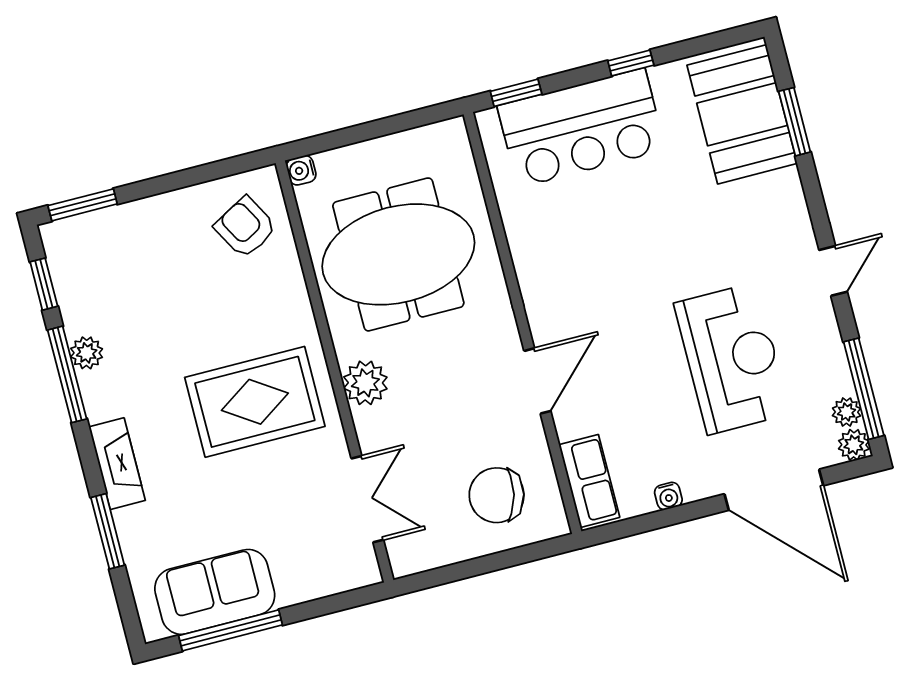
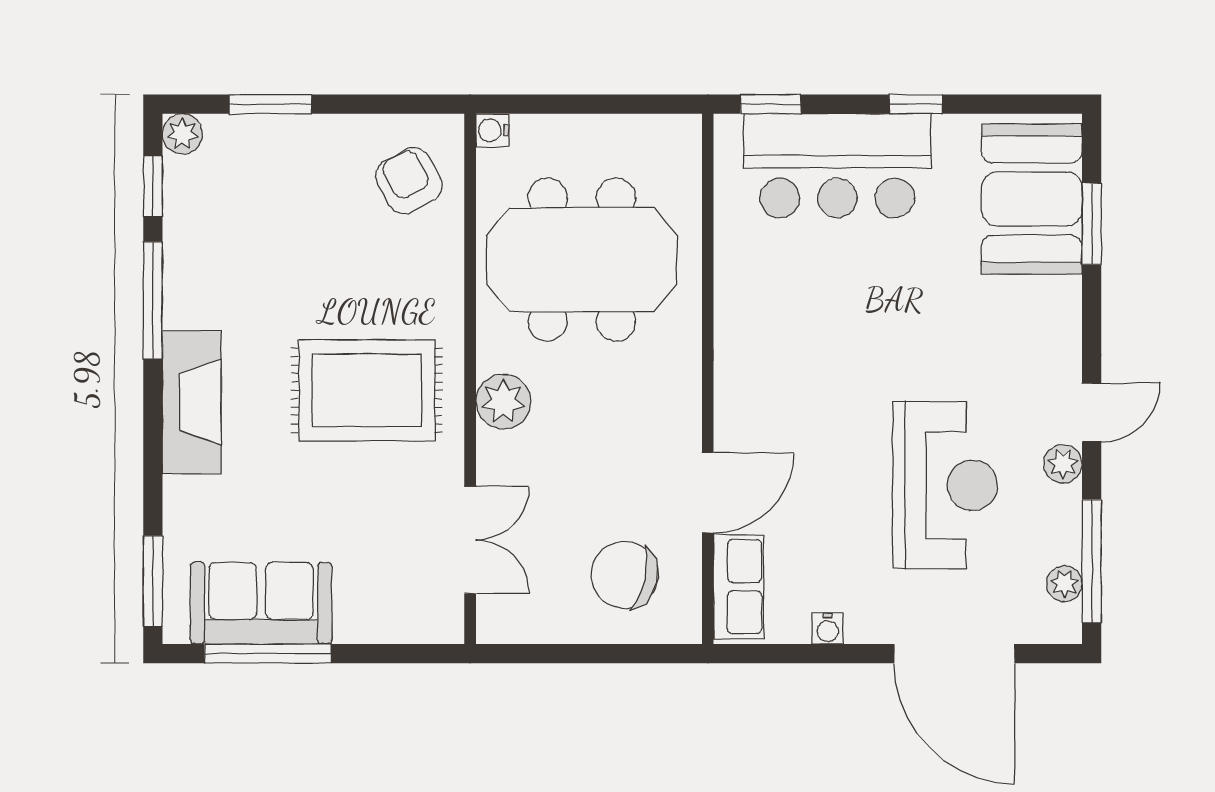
window: (83, 205) -> (270, 104), moved
plant: (87, 353) -> (182, 134), moved
door: (537, 381) -> (708, 493), moved
plant: (854, 445) -> (1063, 464), moved
fireplace: (117, 464) -> (192, 402), width x1.37, depth x1.32
window: (108, 531) -> (153, 581), moved

